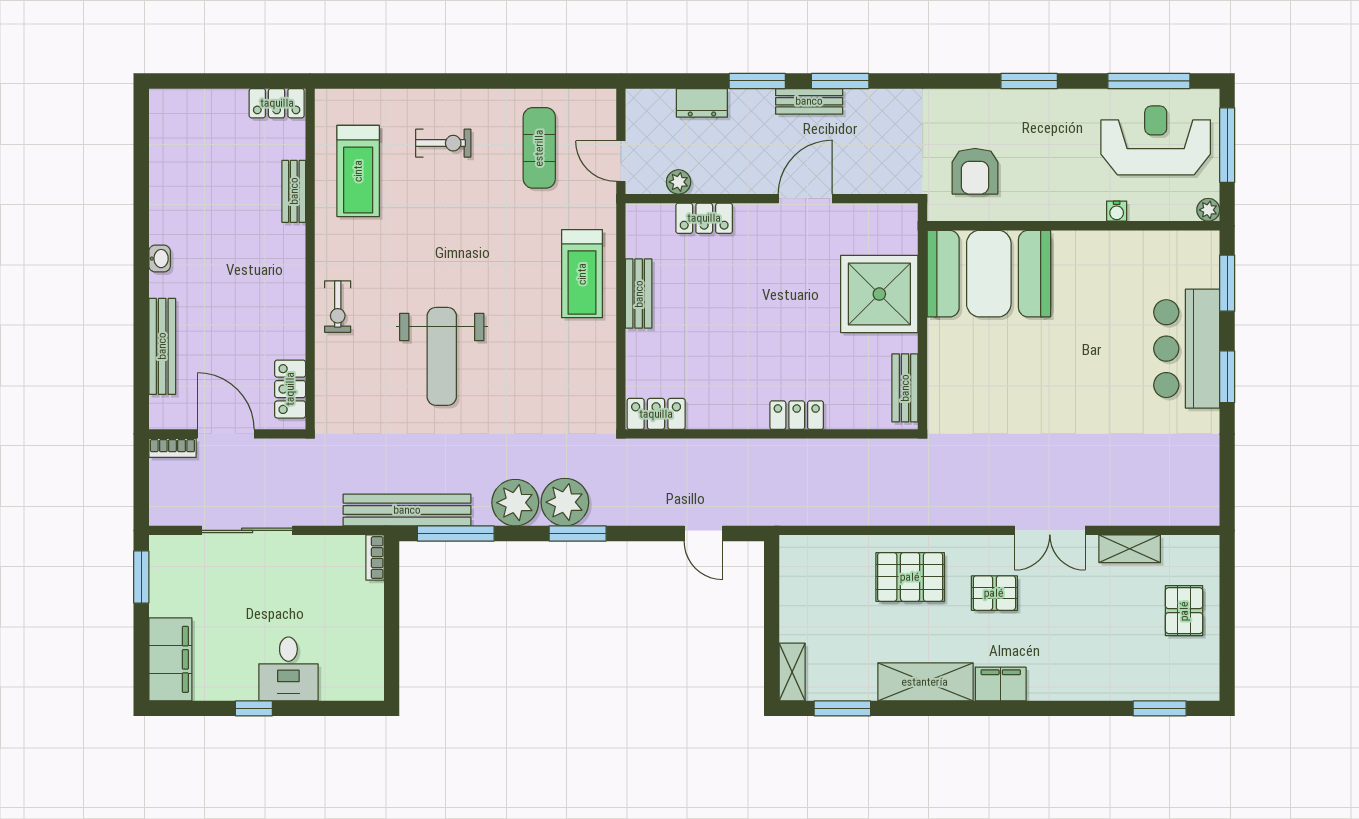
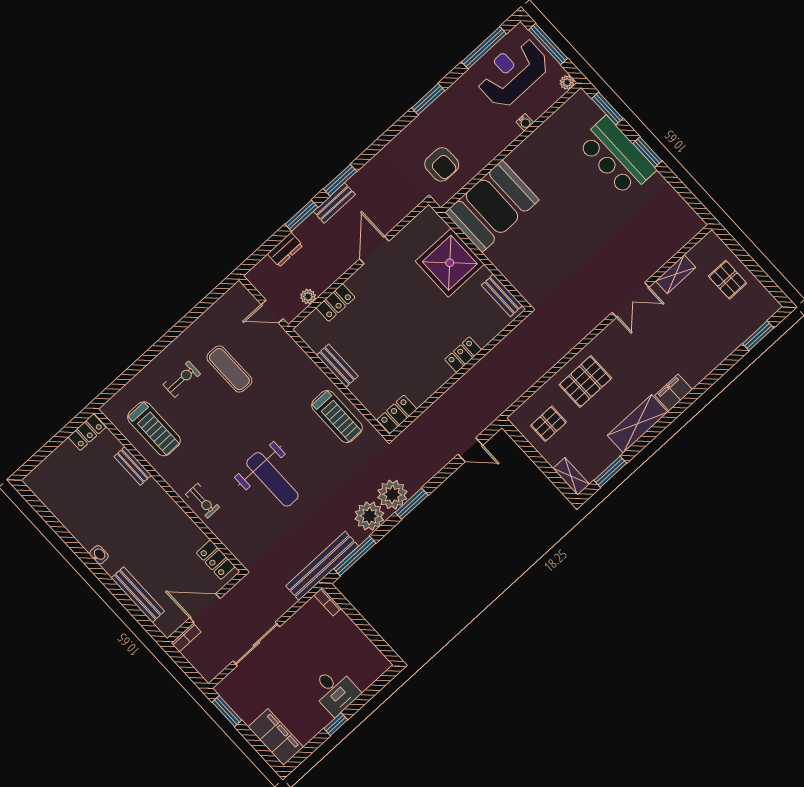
exercise mat: (539, 148) -> (229, 369), moved
treadmill: (582, 274) -> (337, 417), moved
pallet: (994, 593) -> (548, 424), moved

